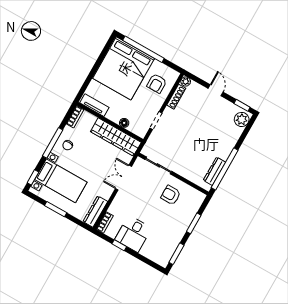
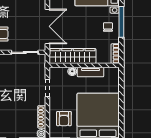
armchair: (157, 83) -> (64, 119), turned 180
tv unit: (94, 105) -> (91, 72), moved
double door: (123, 178) -> (47, 26), width x1.37

